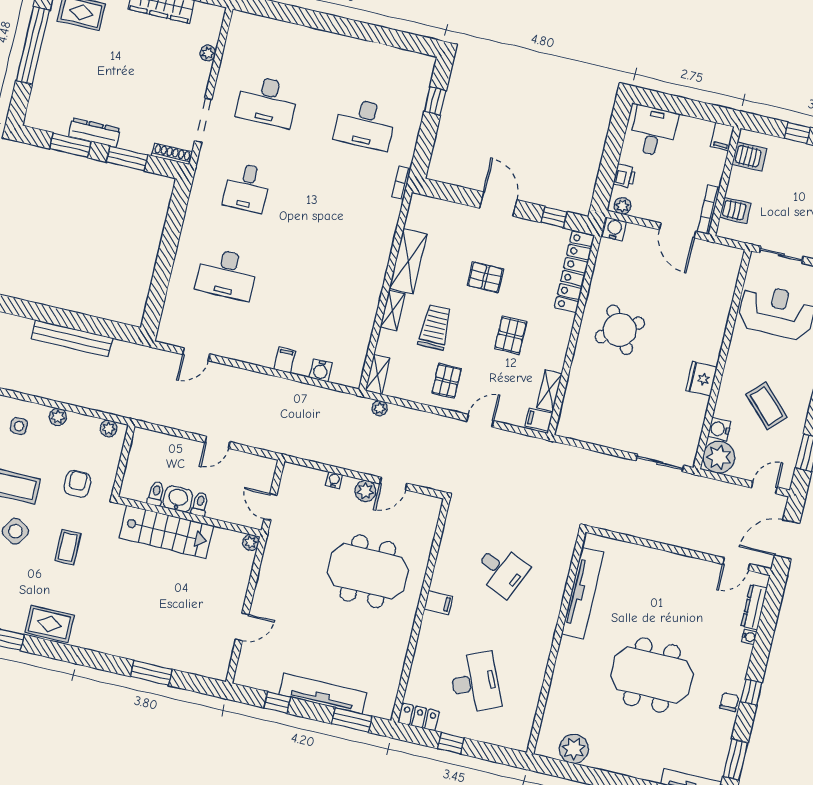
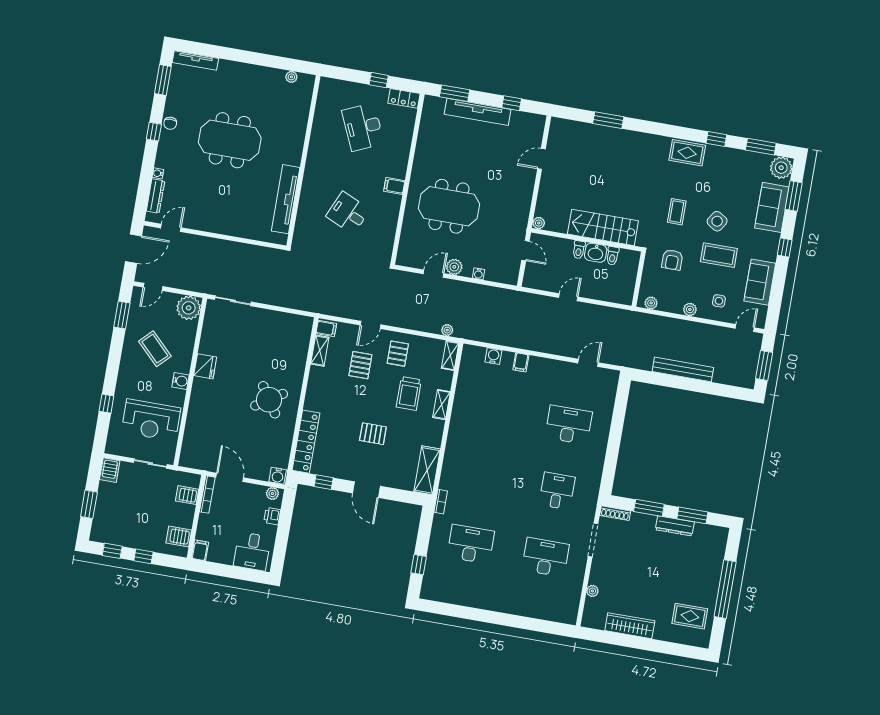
shelving: (408, 261) -> (427, 470), moved
pallet: (511, 335) -> (360, 365), moved
water cooler: (719, 429) -> (181, 381), moved
plant: (574, 749) -> (291, 77), width x0.53, depth x0.53

